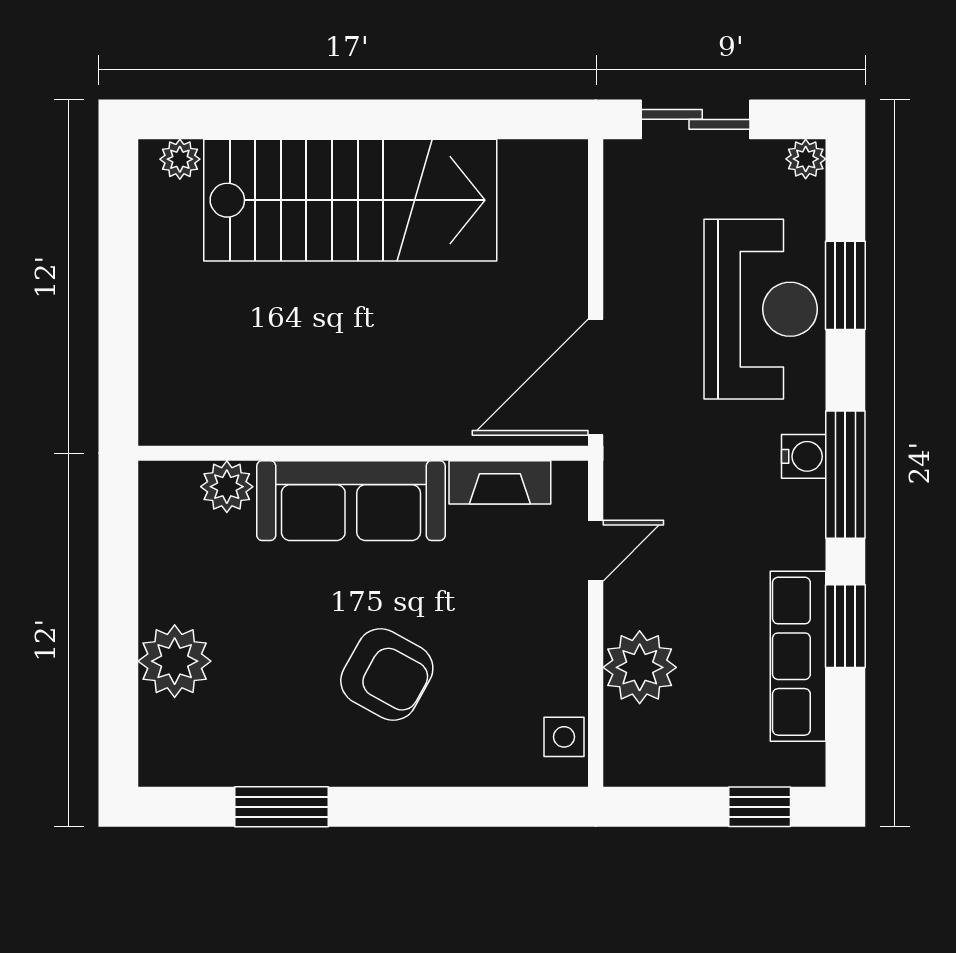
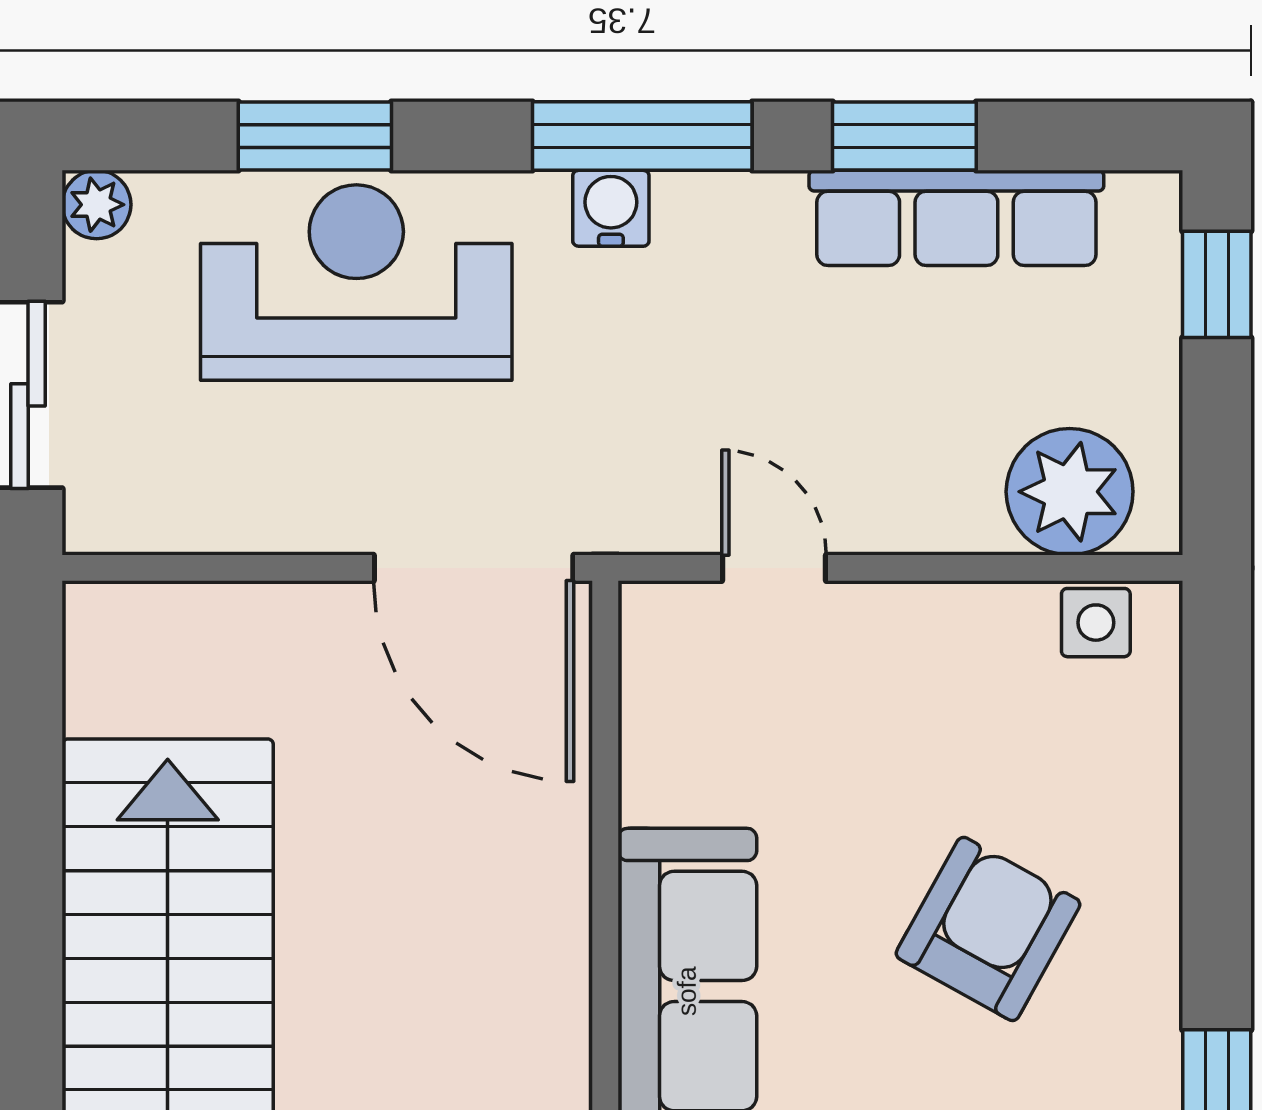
fireplace: (500, 482) -> (656, 733), removed
plant: (640, 667) -> (1070, 492), moved

